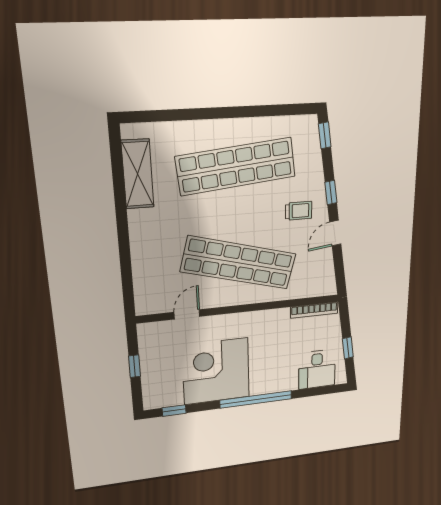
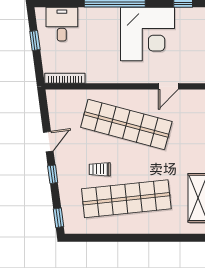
trolley: (299, 211) -> (100, 169), moved

